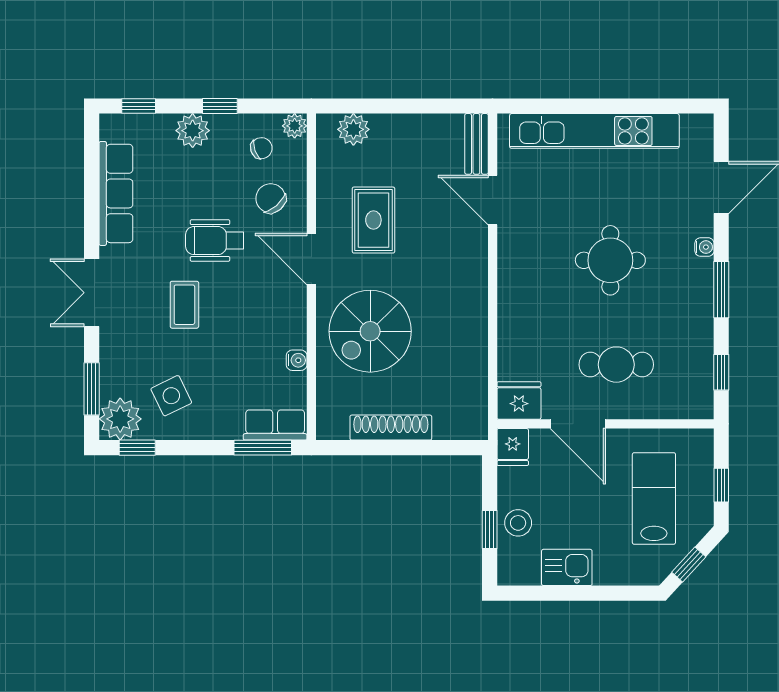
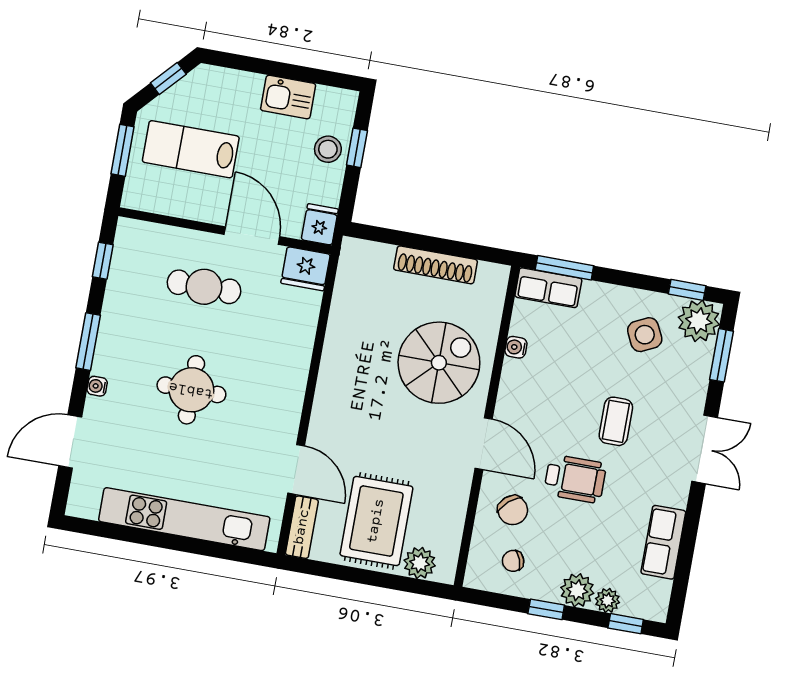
plant: (295, 126) -> (608, 600), moved
row of seats: (116, 193) -> (663, 542), width x0.68
rug: (373, 220) -> (376, 521), moved, width x1.36, depth x1.43
window: (721, 485) -> (123, 150), width x1.50
lab bench: (654, 498) -> (191, 149), turned 90

